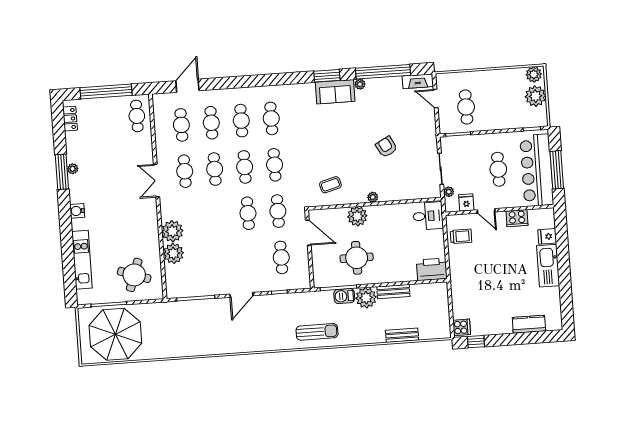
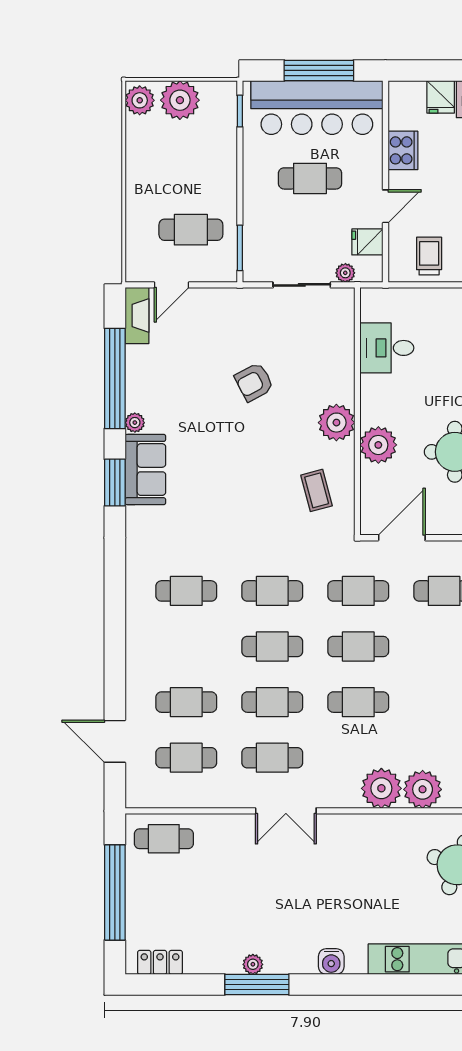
cafe table: (241, 121) -> (358, 702), moved
plant: (373, 197) -> (336, 423), width x1.88, depth x1.88
desk: (428, 216) -> (387, 348), moved, turned -90

